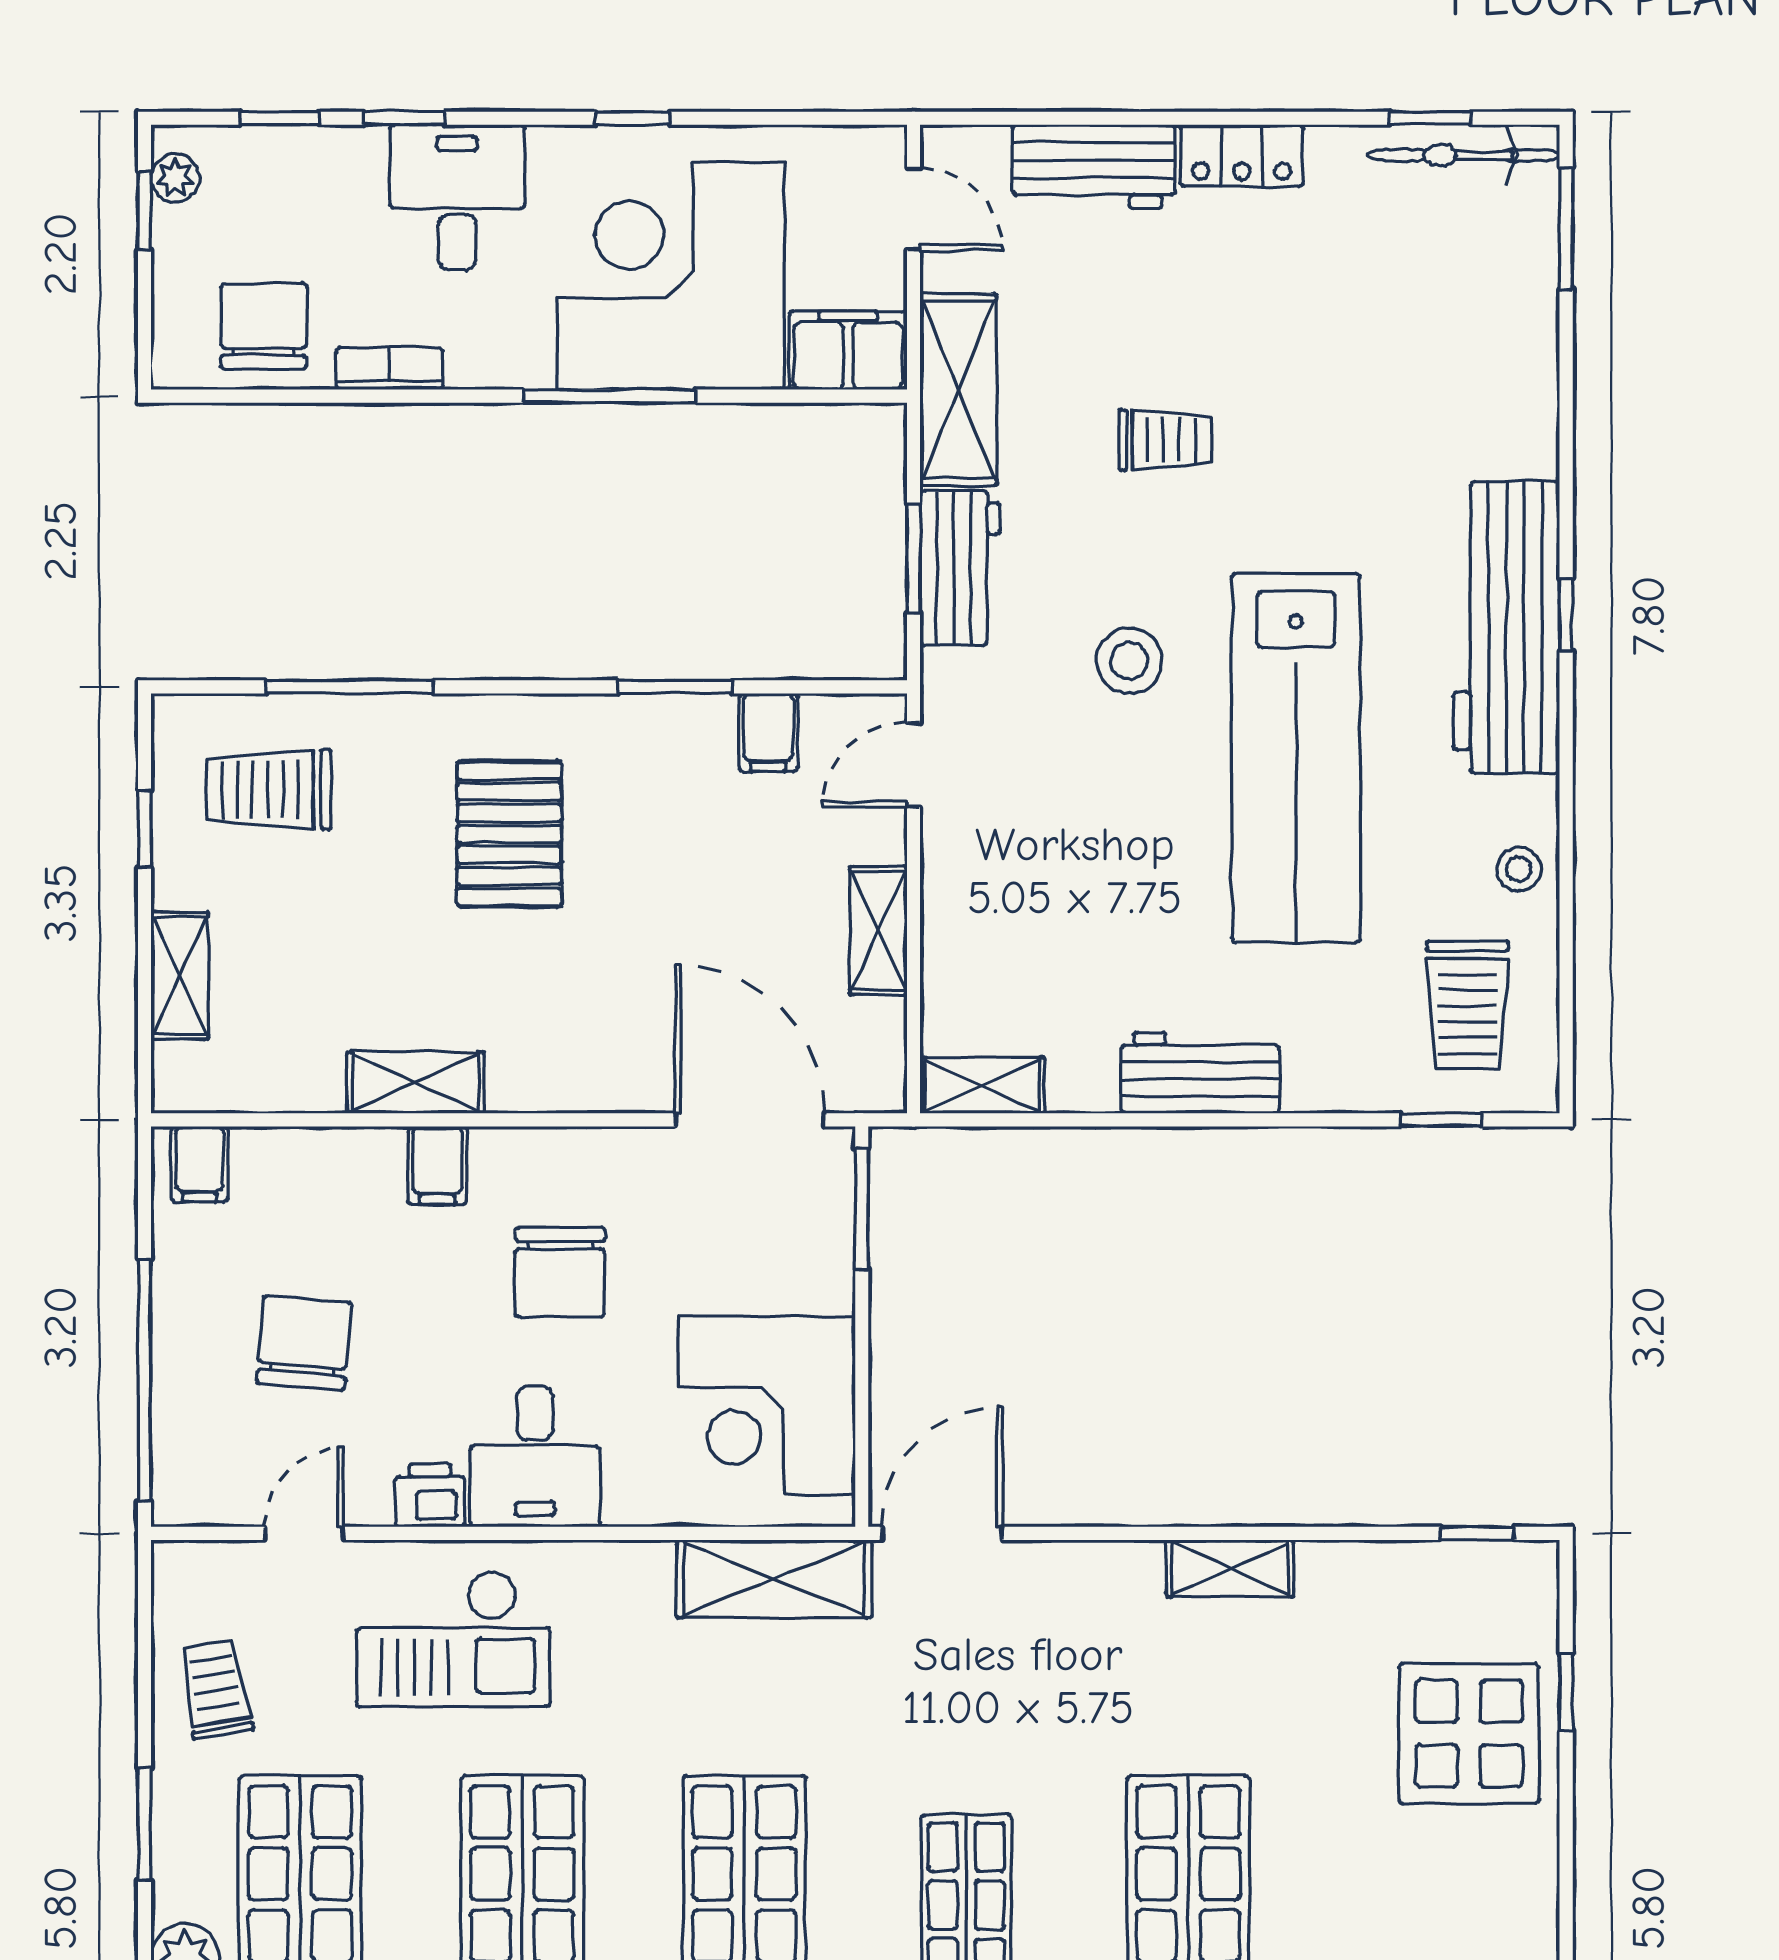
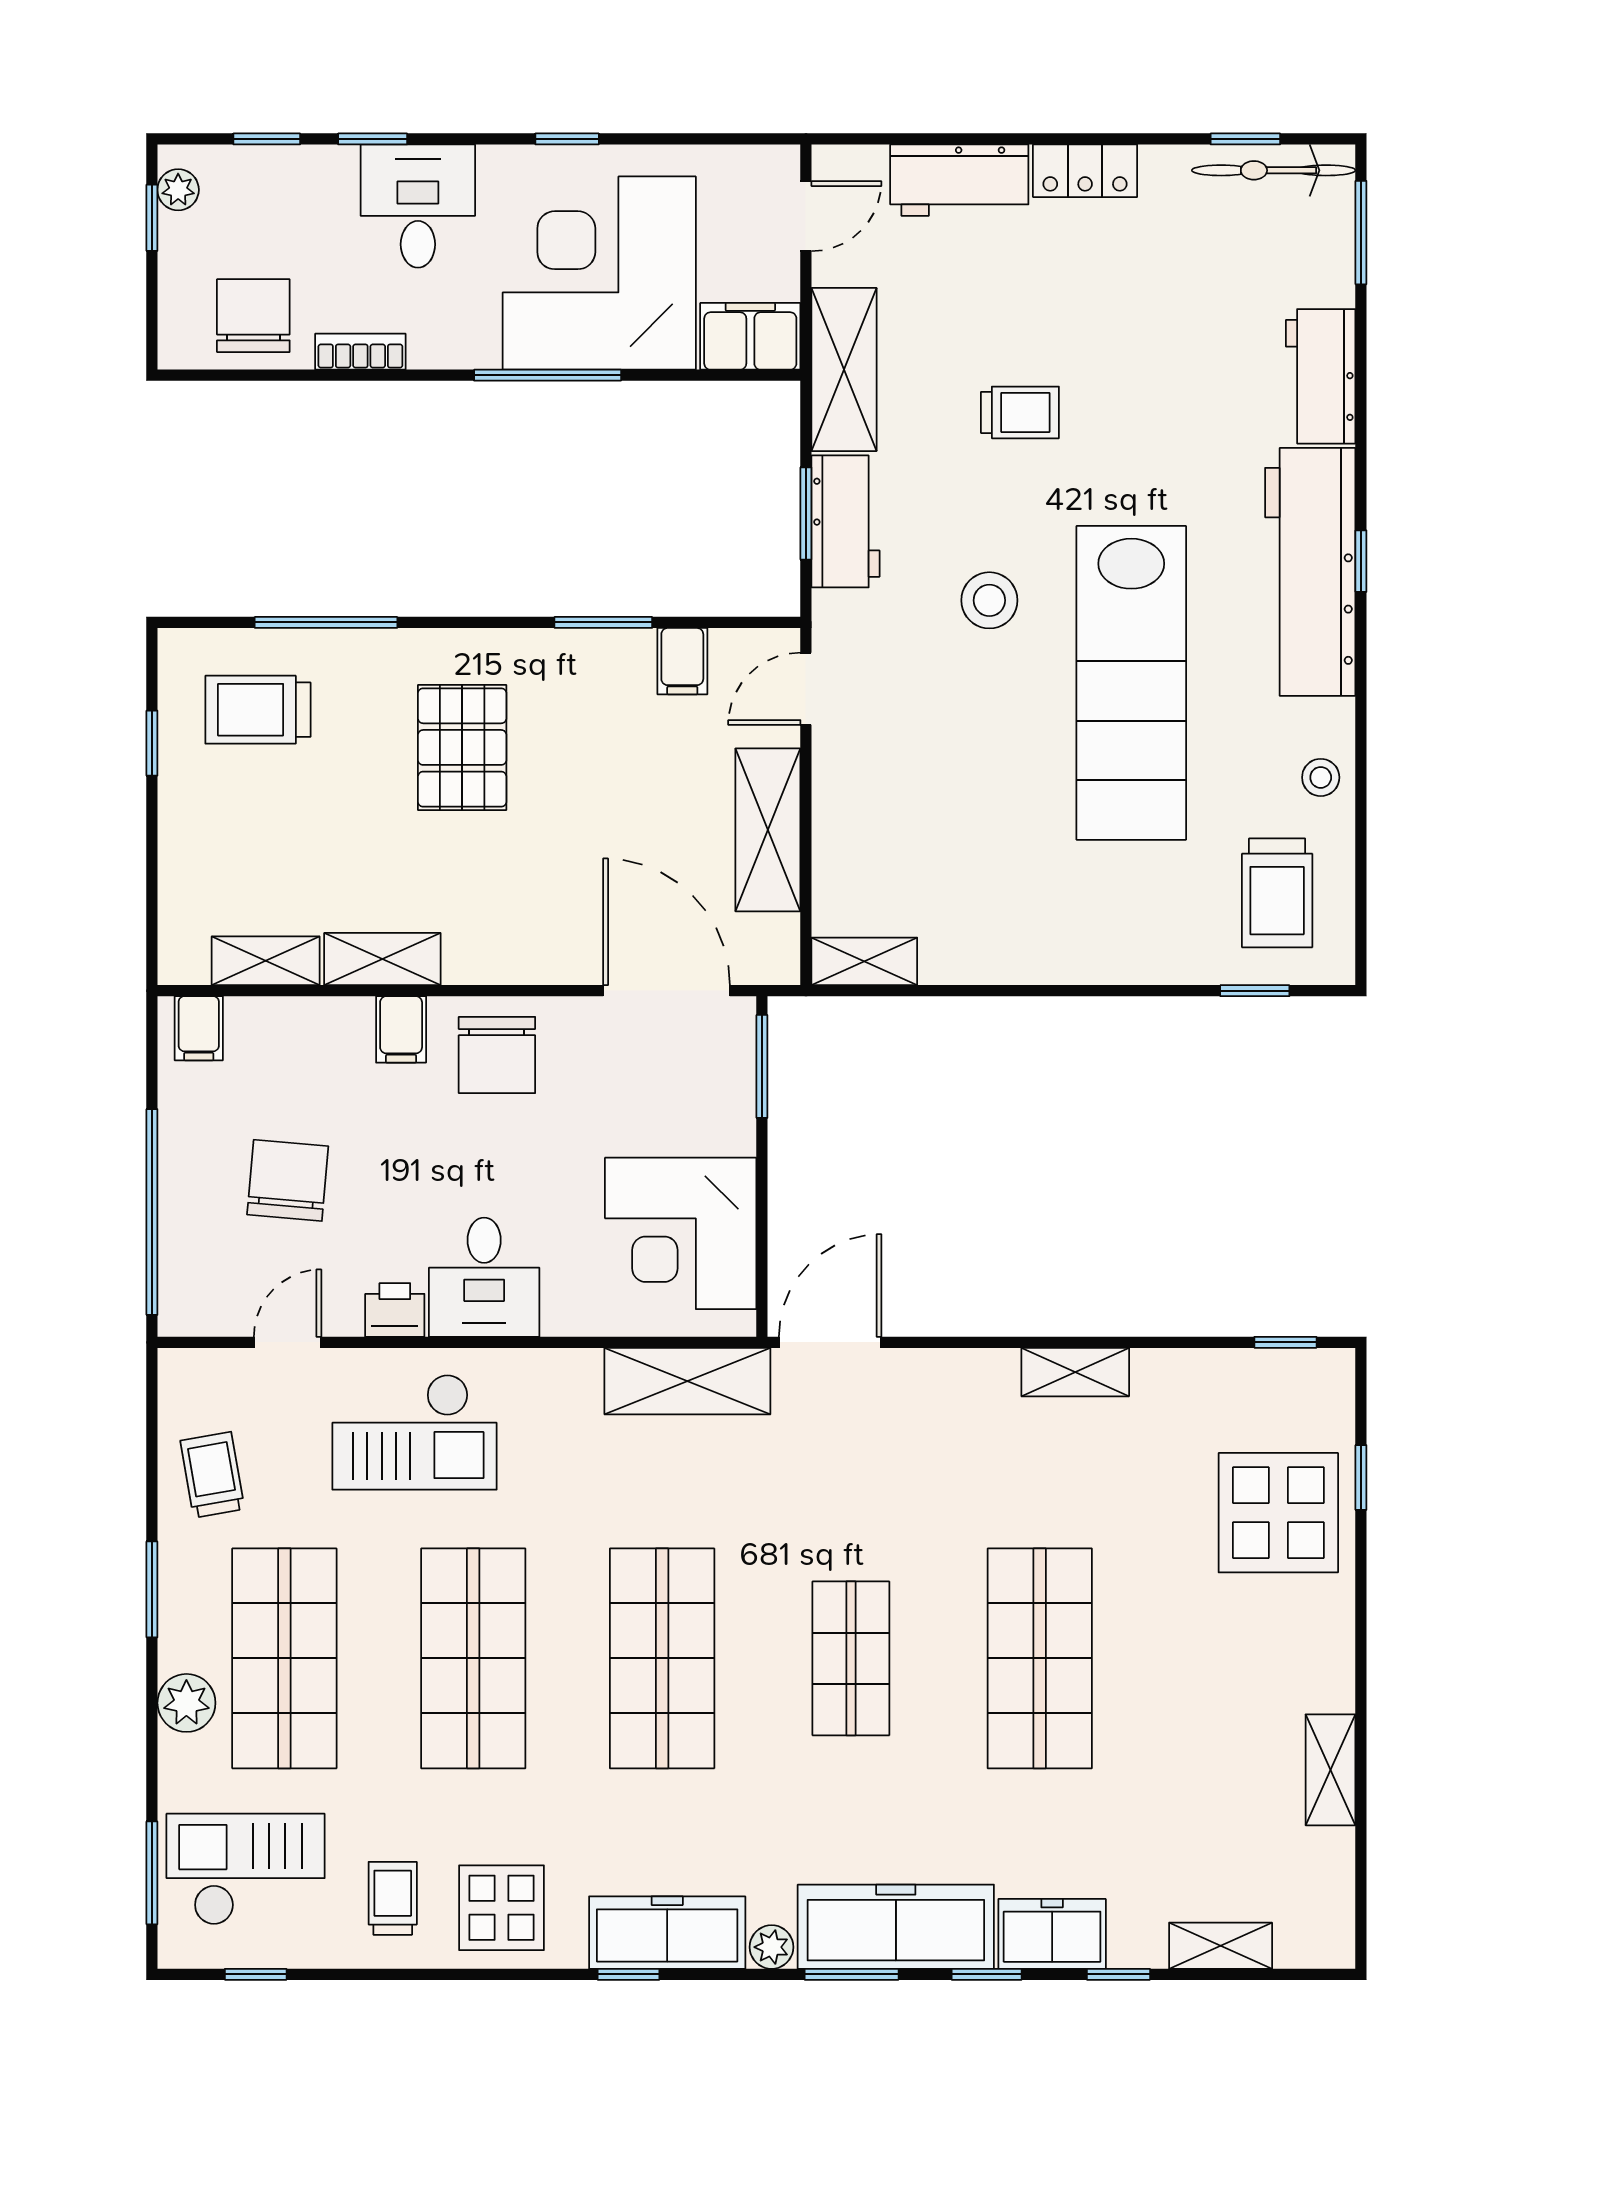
door: (913, 209) -> (806, 216), hinge flipped
shelving: (878, 931) -> (768, 830), width x1.50, depth x1.33
shelving: (180, 976) -> (266, 961), moved, turned 90
workbench: (1200, 1073) -> (1321, 376), moved, turned -90
chair: (560, 1272) -> (497, 1055), moved

